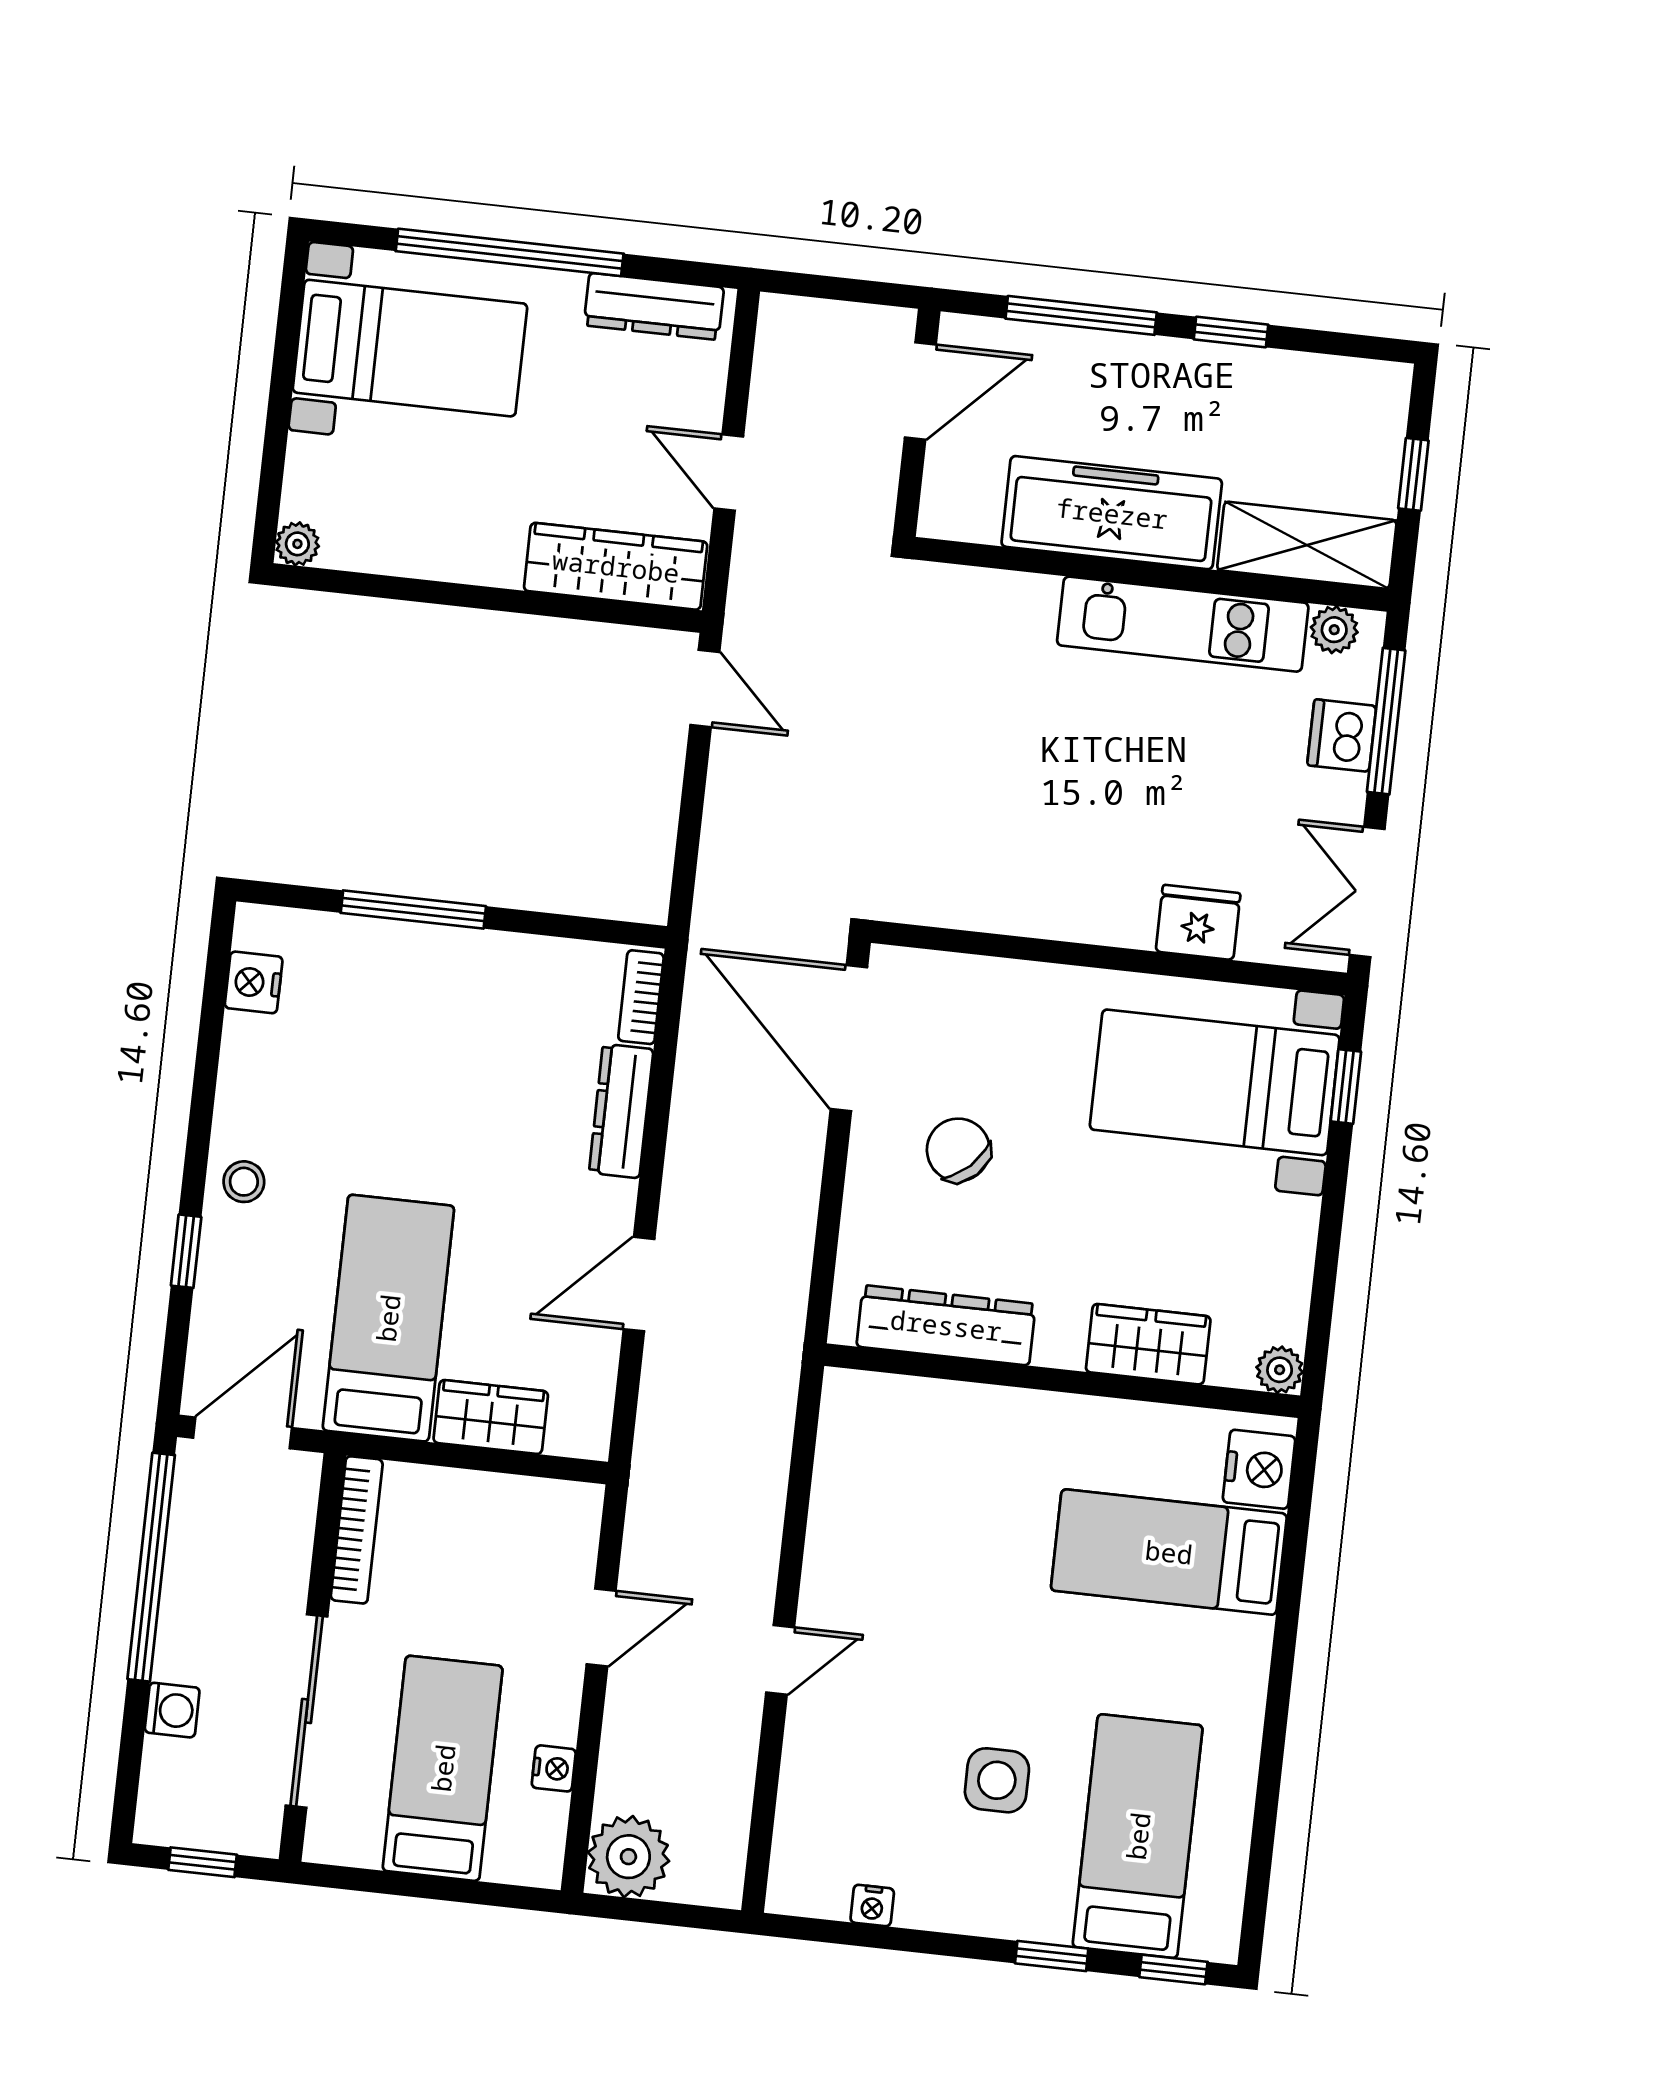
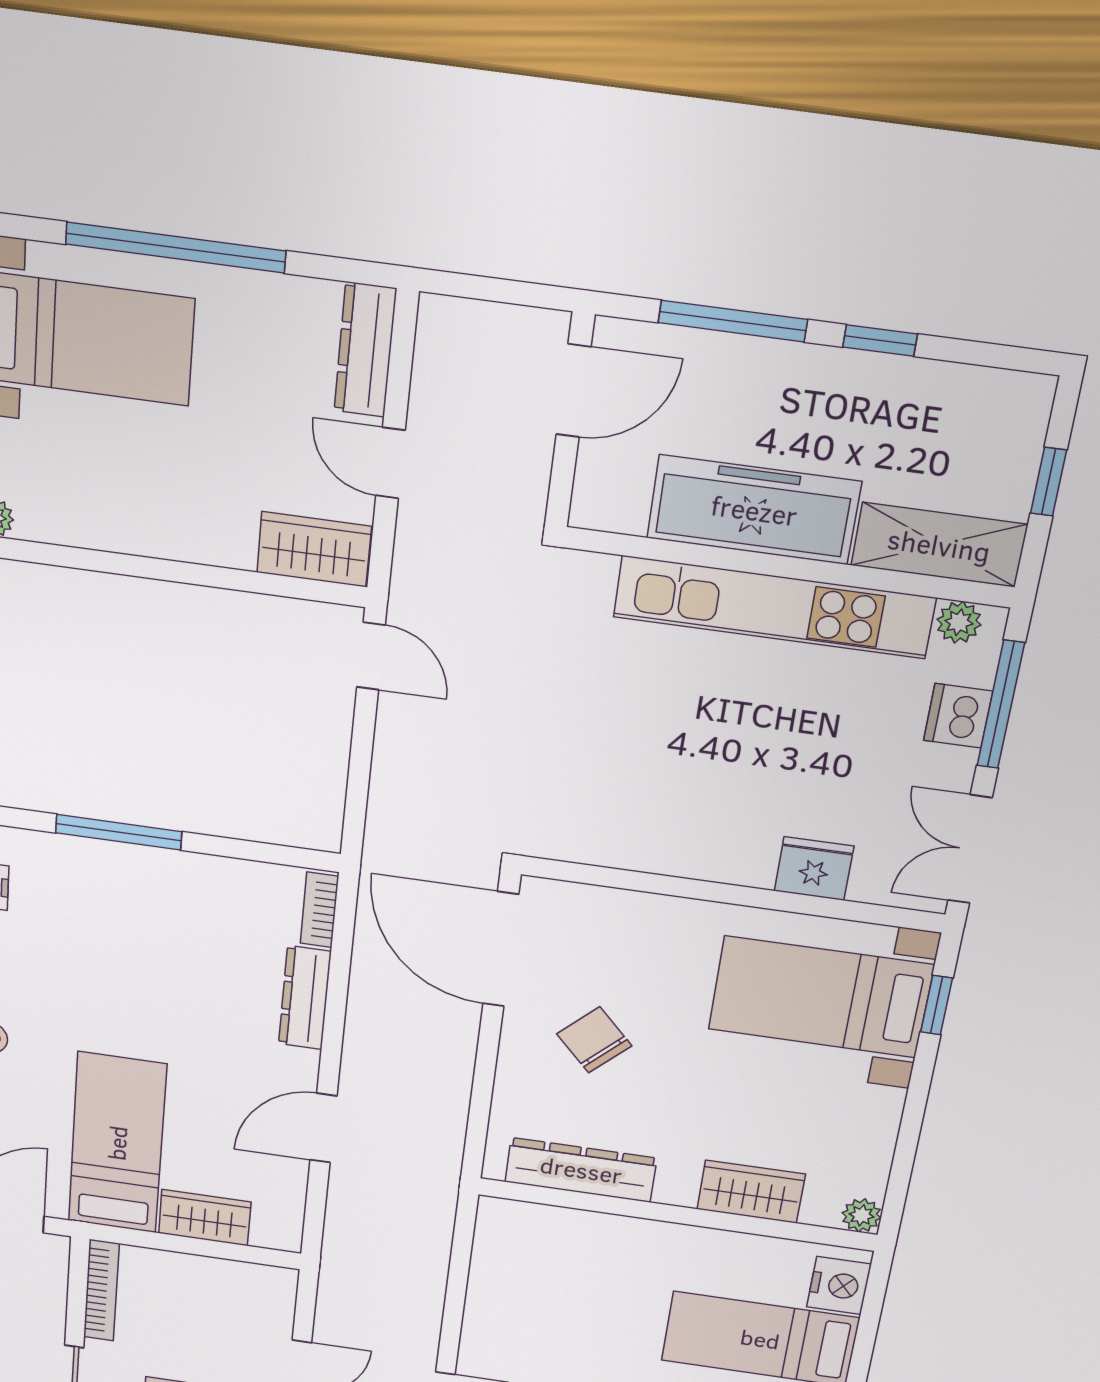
dresser: (654, 306) -> (365, 350), moved, turned 90
wardrobe: (616, 566) -> (314, 549), width x0.67
kitchen unit: (1183, 624) -> (774, 607), width x1.36

